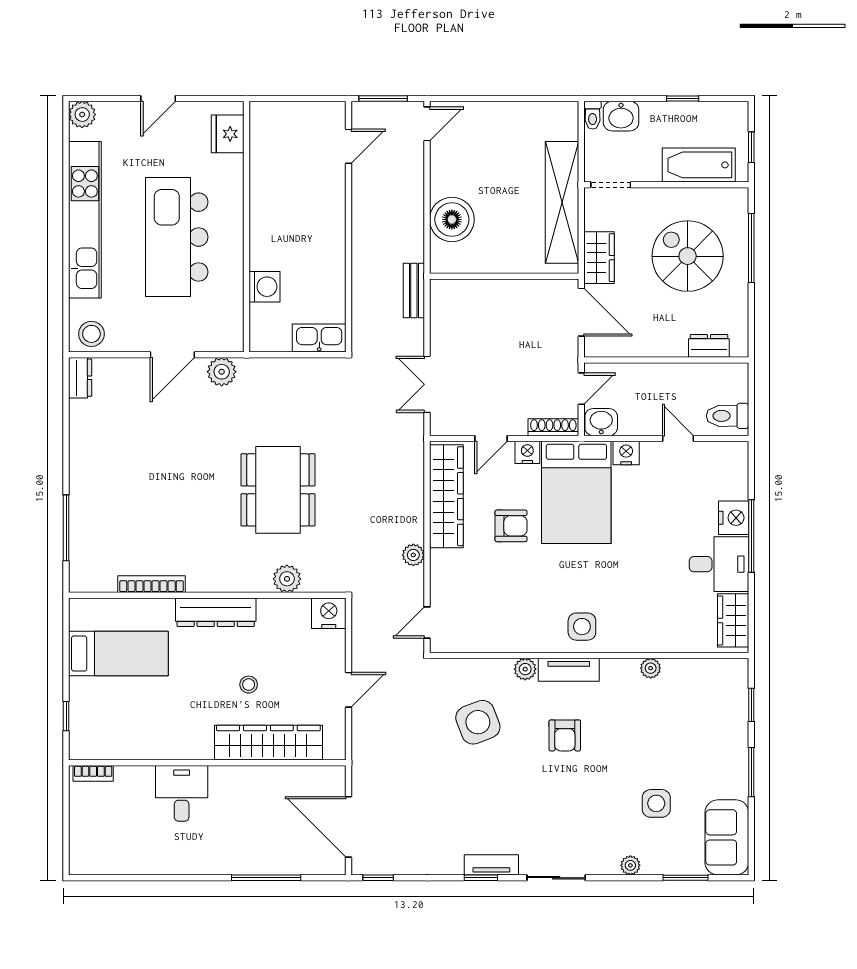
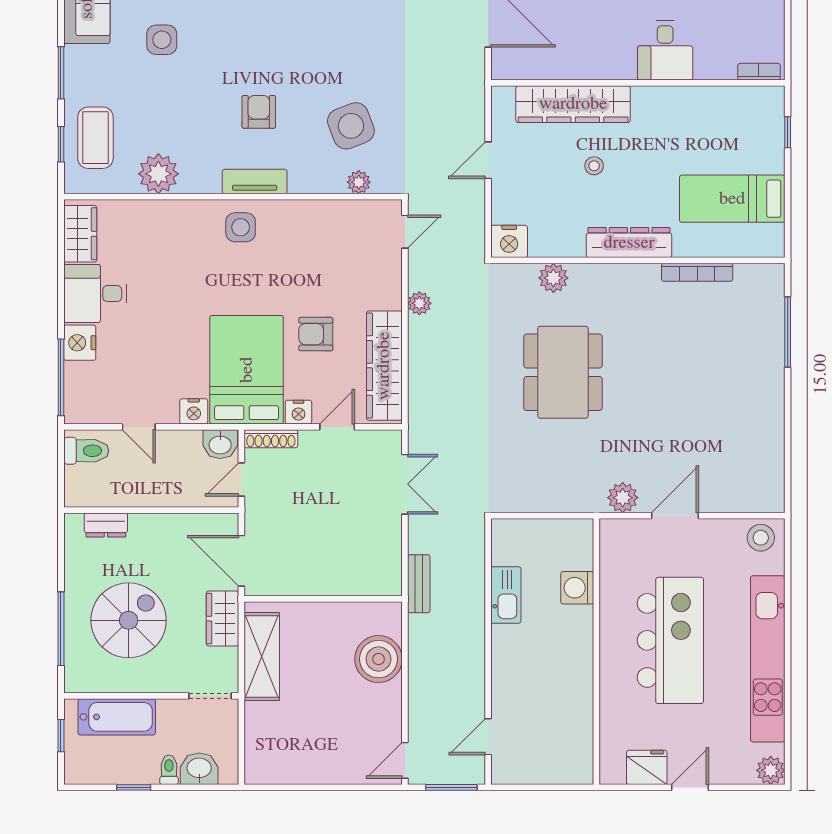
toilet: (593, 115) -> (169, 770), moved
fridge: (228, 134) -> (647, 767), moved, turned -90
shelving: (562, 202) -> (262, 657), width x0.68
spiral stairs: (688, 256) -> (129, 620), turned -90
kitchen sink: (319, 338) -> (506, 595), moved, turned -90
dresser: (80, 378) -> (773, 491), removed
window: (751, 536) -> (61, 377), moved
plant: (651, 668) -> (158, 174), width x1.88, depth x1.88
plant: (525, 669) -> (359, 182), moved
coffee table: (719, 711) -> (95, 138), added

